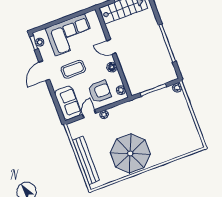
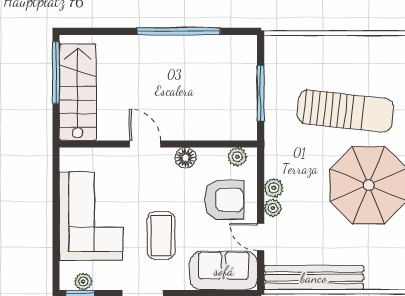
door: (111, 47) -> (145, 144), swing flipped
plant: (177, 88) -> (274, 188), moved
armchair: (100, 91) -> (224, 200), turned 90
sun lounger: (159, 131) -> (345, 111), added
bench: (86, 160) -> (314, 278), moved

